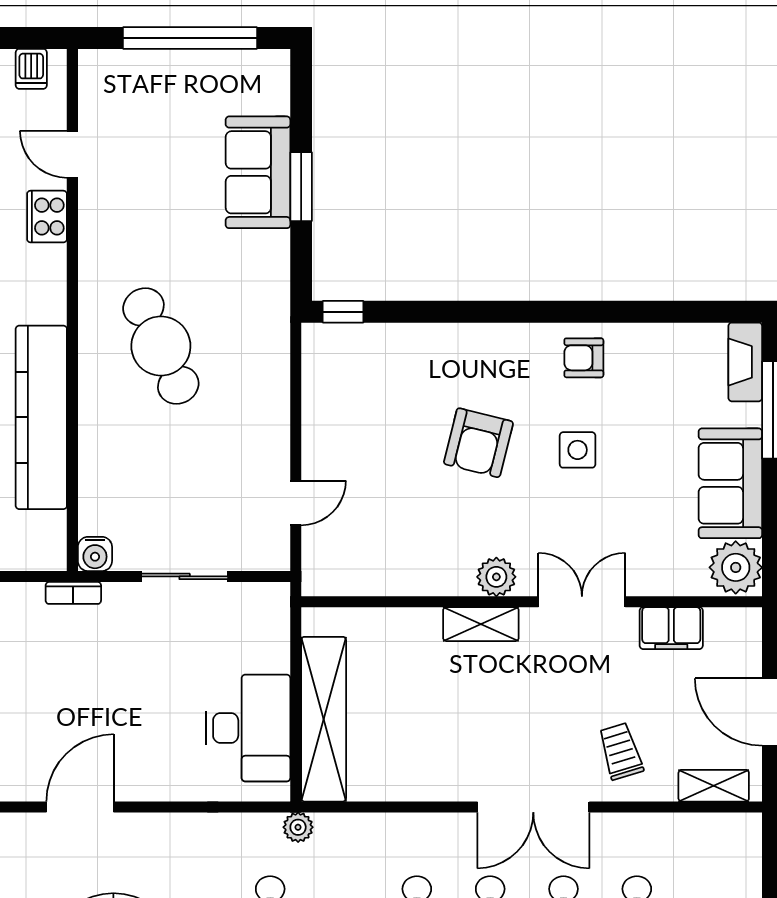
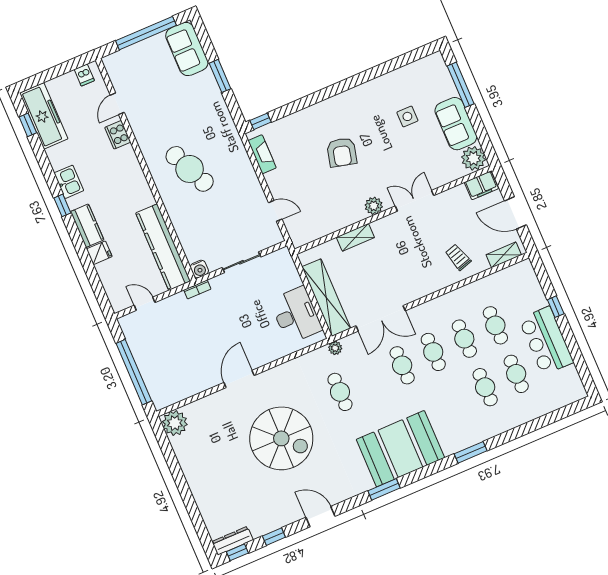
door: (72, 154) -> (117, 104), hinge flipped
sofa: (258, 172) -> (187, 49), moved
armchair: (584, 358) -> (371, 97), removed
fireplace: (745, 362) -> (262, 154), moved, turned 180
kitchen counter: (41, 417) -> (163, 247), moved
side table: (578, 450) -> (407, 116), moved
door: (296, 503) -> (275, 211), hinge flipped
shelving: (481, 624) -> (355, 237), moved
filing cabinet: (671, 628) -> (481, 185), moved
double door: (533, 807) -> (381, 318), moved

